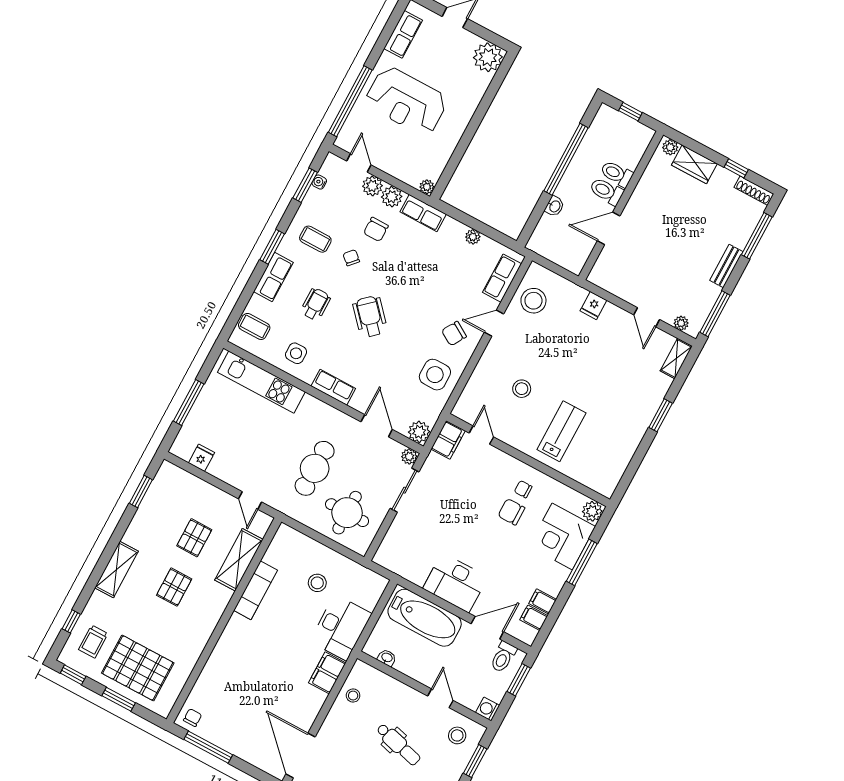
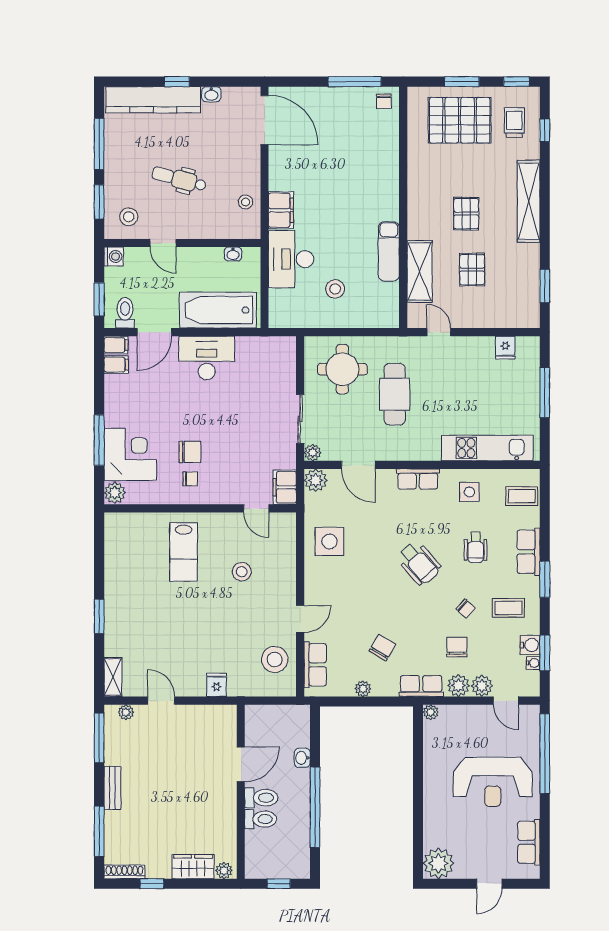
reception desk: (406, 101) -> (493, 782), turned 180
water cooler: (314, 198) -> (530, 645), added
chair: (454, 334) -> (382, 648), moved
shelving: (116, 569) -> (529, 201), width x1.47
filing cabinet: (543, 601) -> (116, 345), moved

